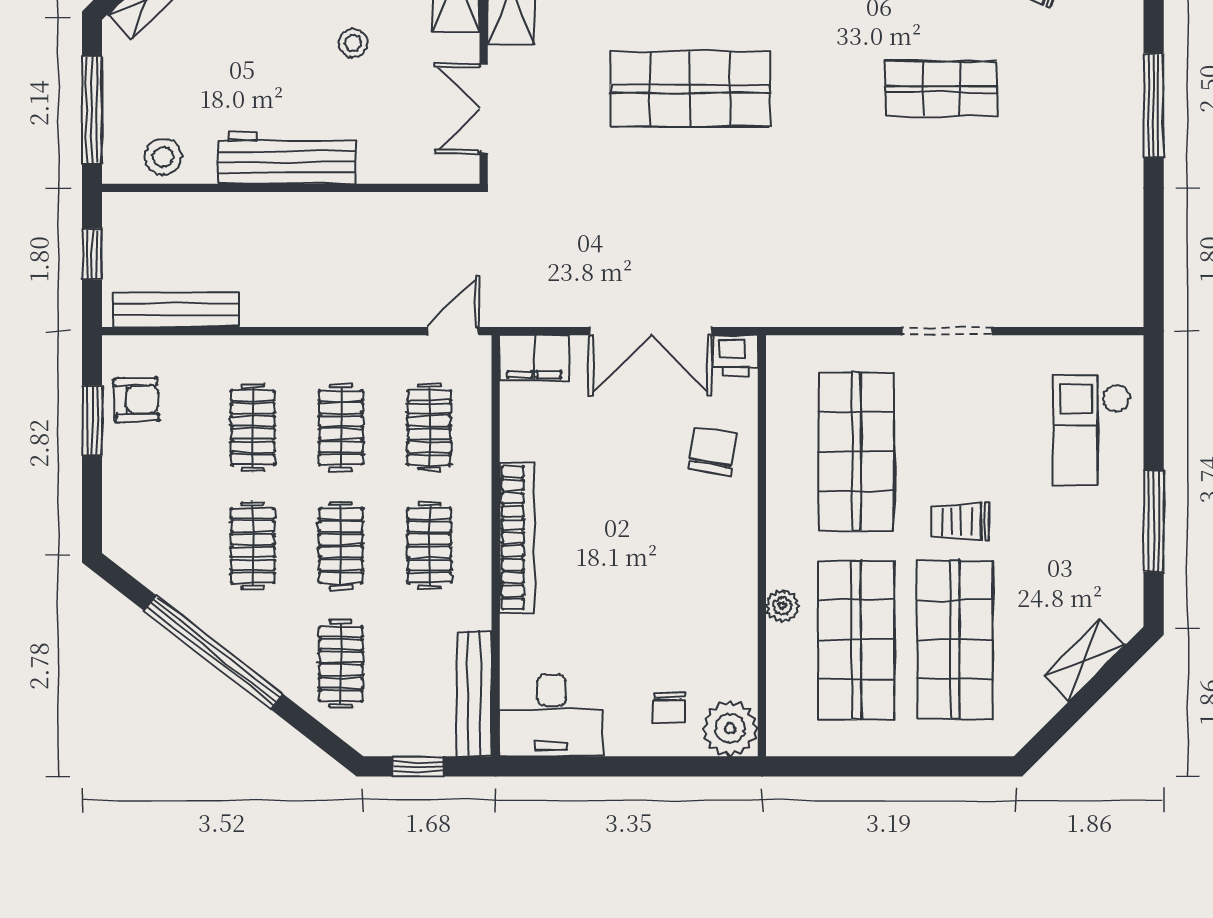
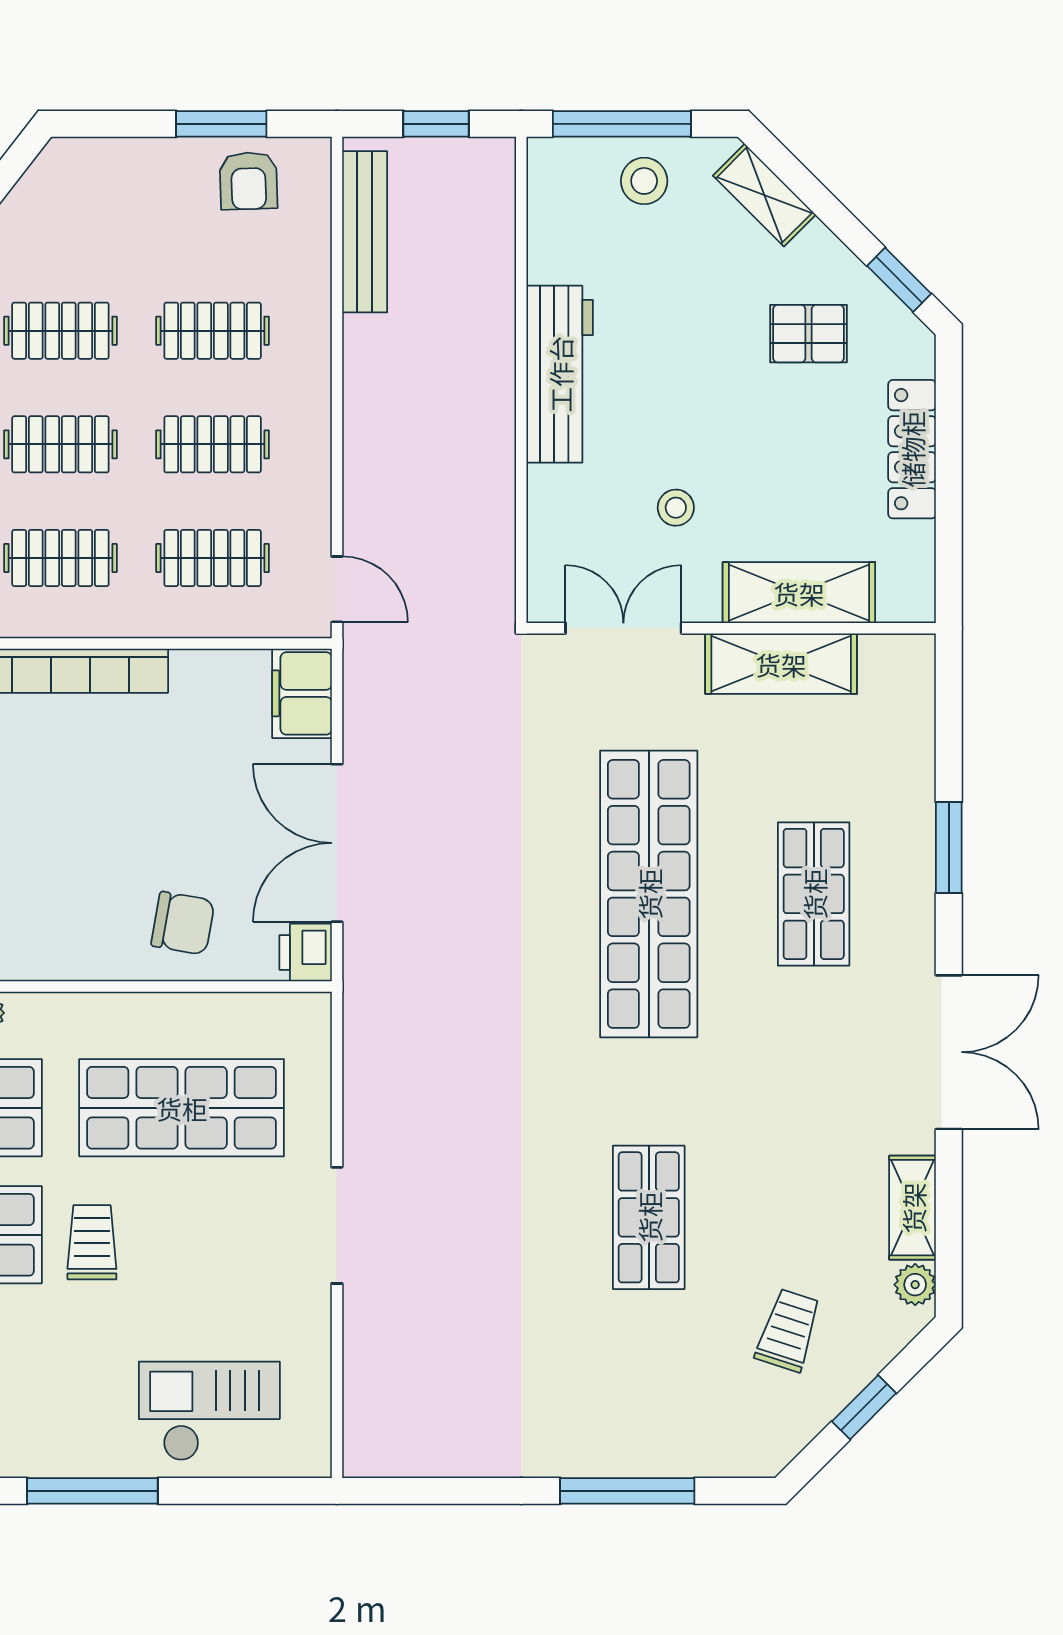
stool: (353, 43) -> (676, 508), moved
shop shelf: (690, 89) -> (649, 894), width x1.40
stool: (163, 157) -> (644, 181), moved

